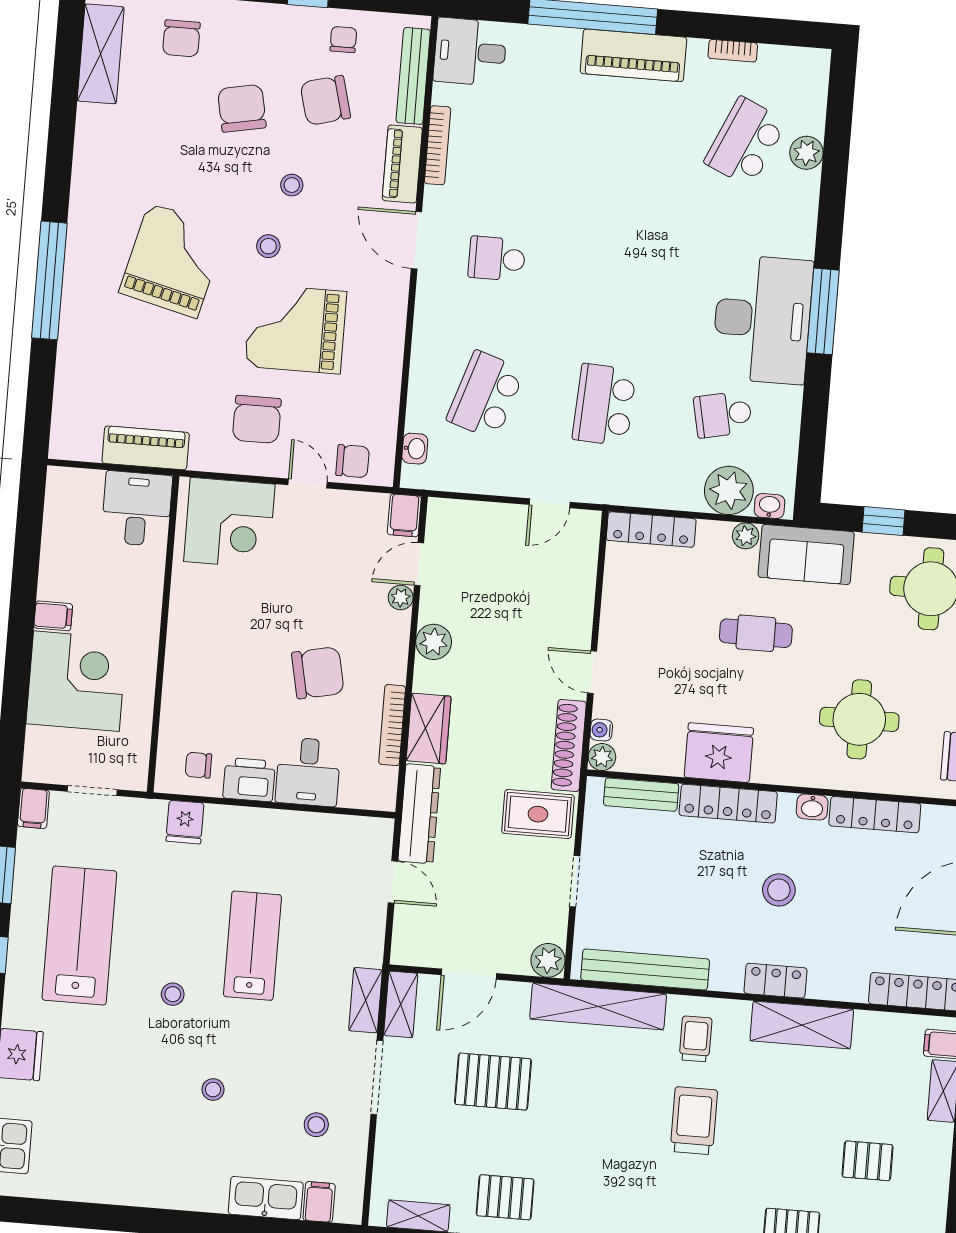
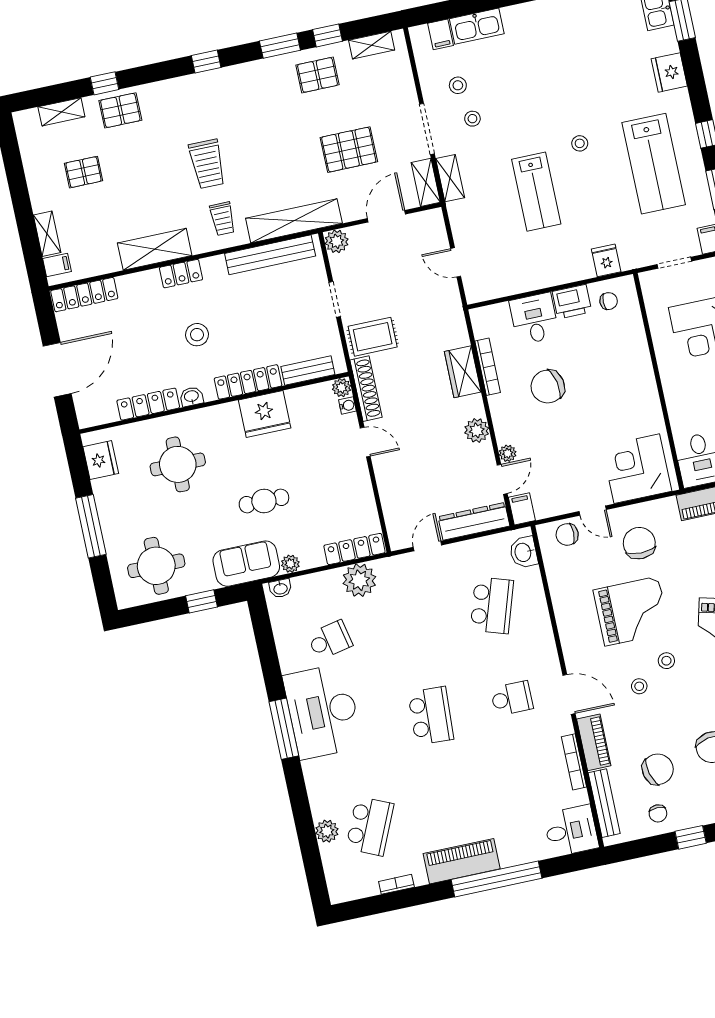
stool: (292, 185) -> (639, 686), moved
school desk: (604, 405) -> (431, 716), moved
washbasin: (415, 449) -> (524, 552), width x1.38, depth x1.45
plant: (729, 490) -> (359, 580), moved
dresser: (419, 814) -> (474, 521), moved, turned 90
stool: (213, 1090) -> (472, 119), moved

